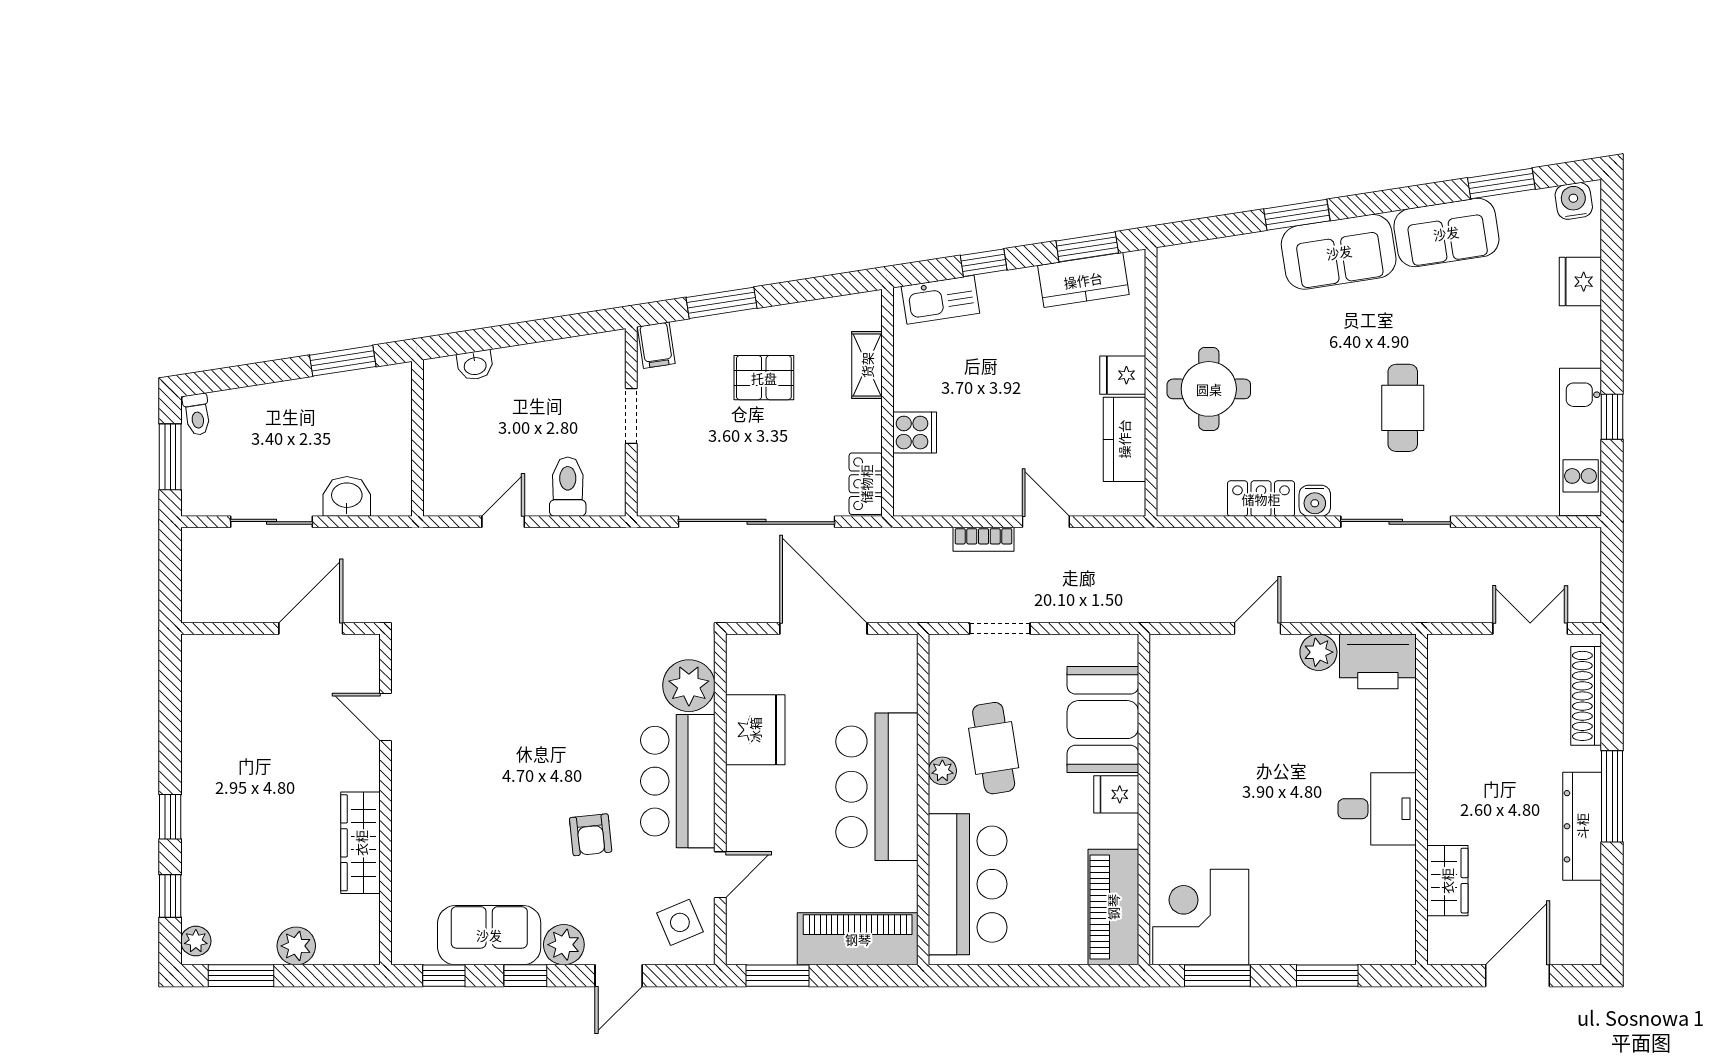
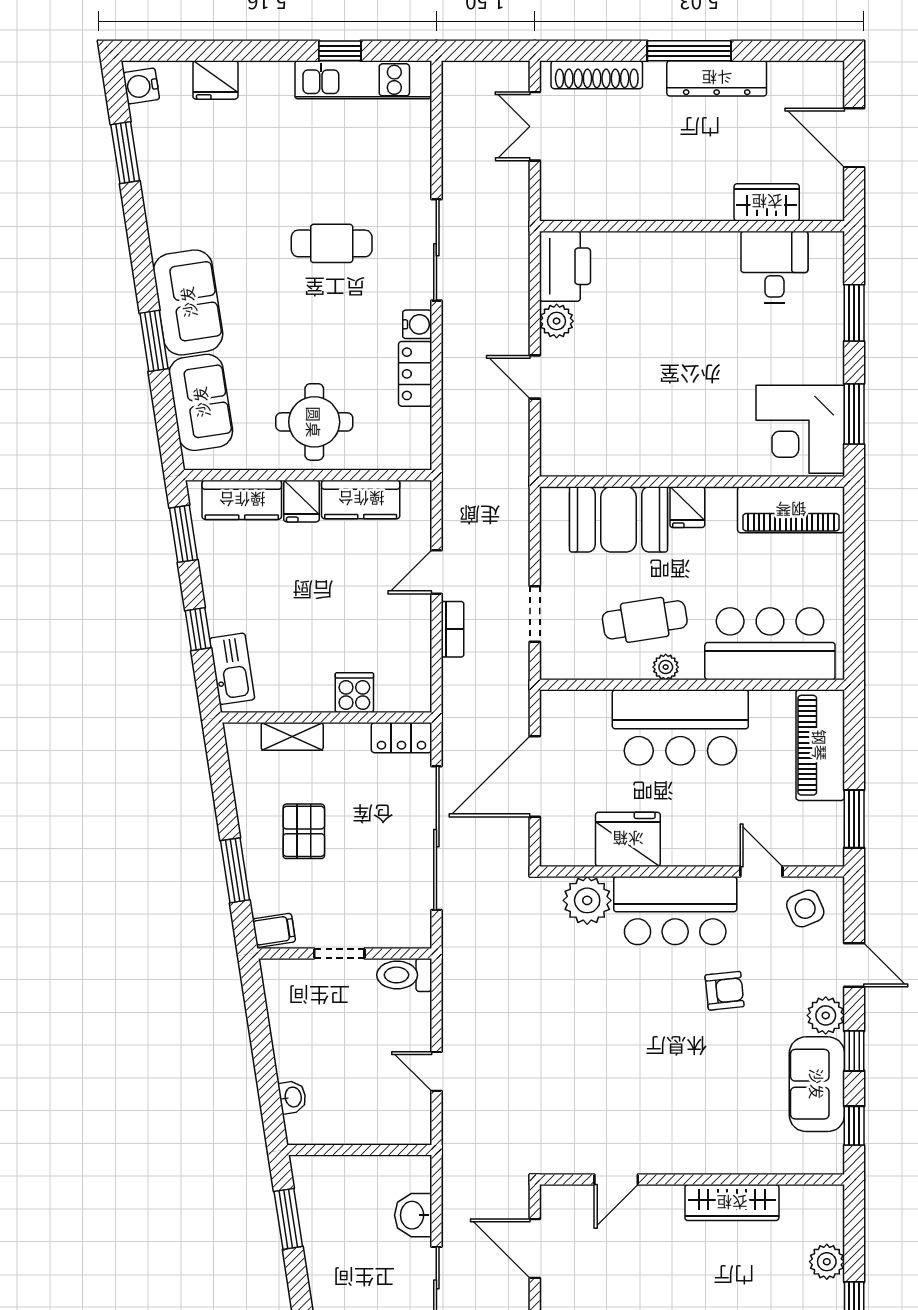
sofa: (1446, 233) -> (201, 402), moved
kitchen counter: (1083, 280) -> (242, 500), moved, turned 99
toilet: (568, 487) -> (404, 975), moved
desk: (1377, 809) -> (774, 267), moved

